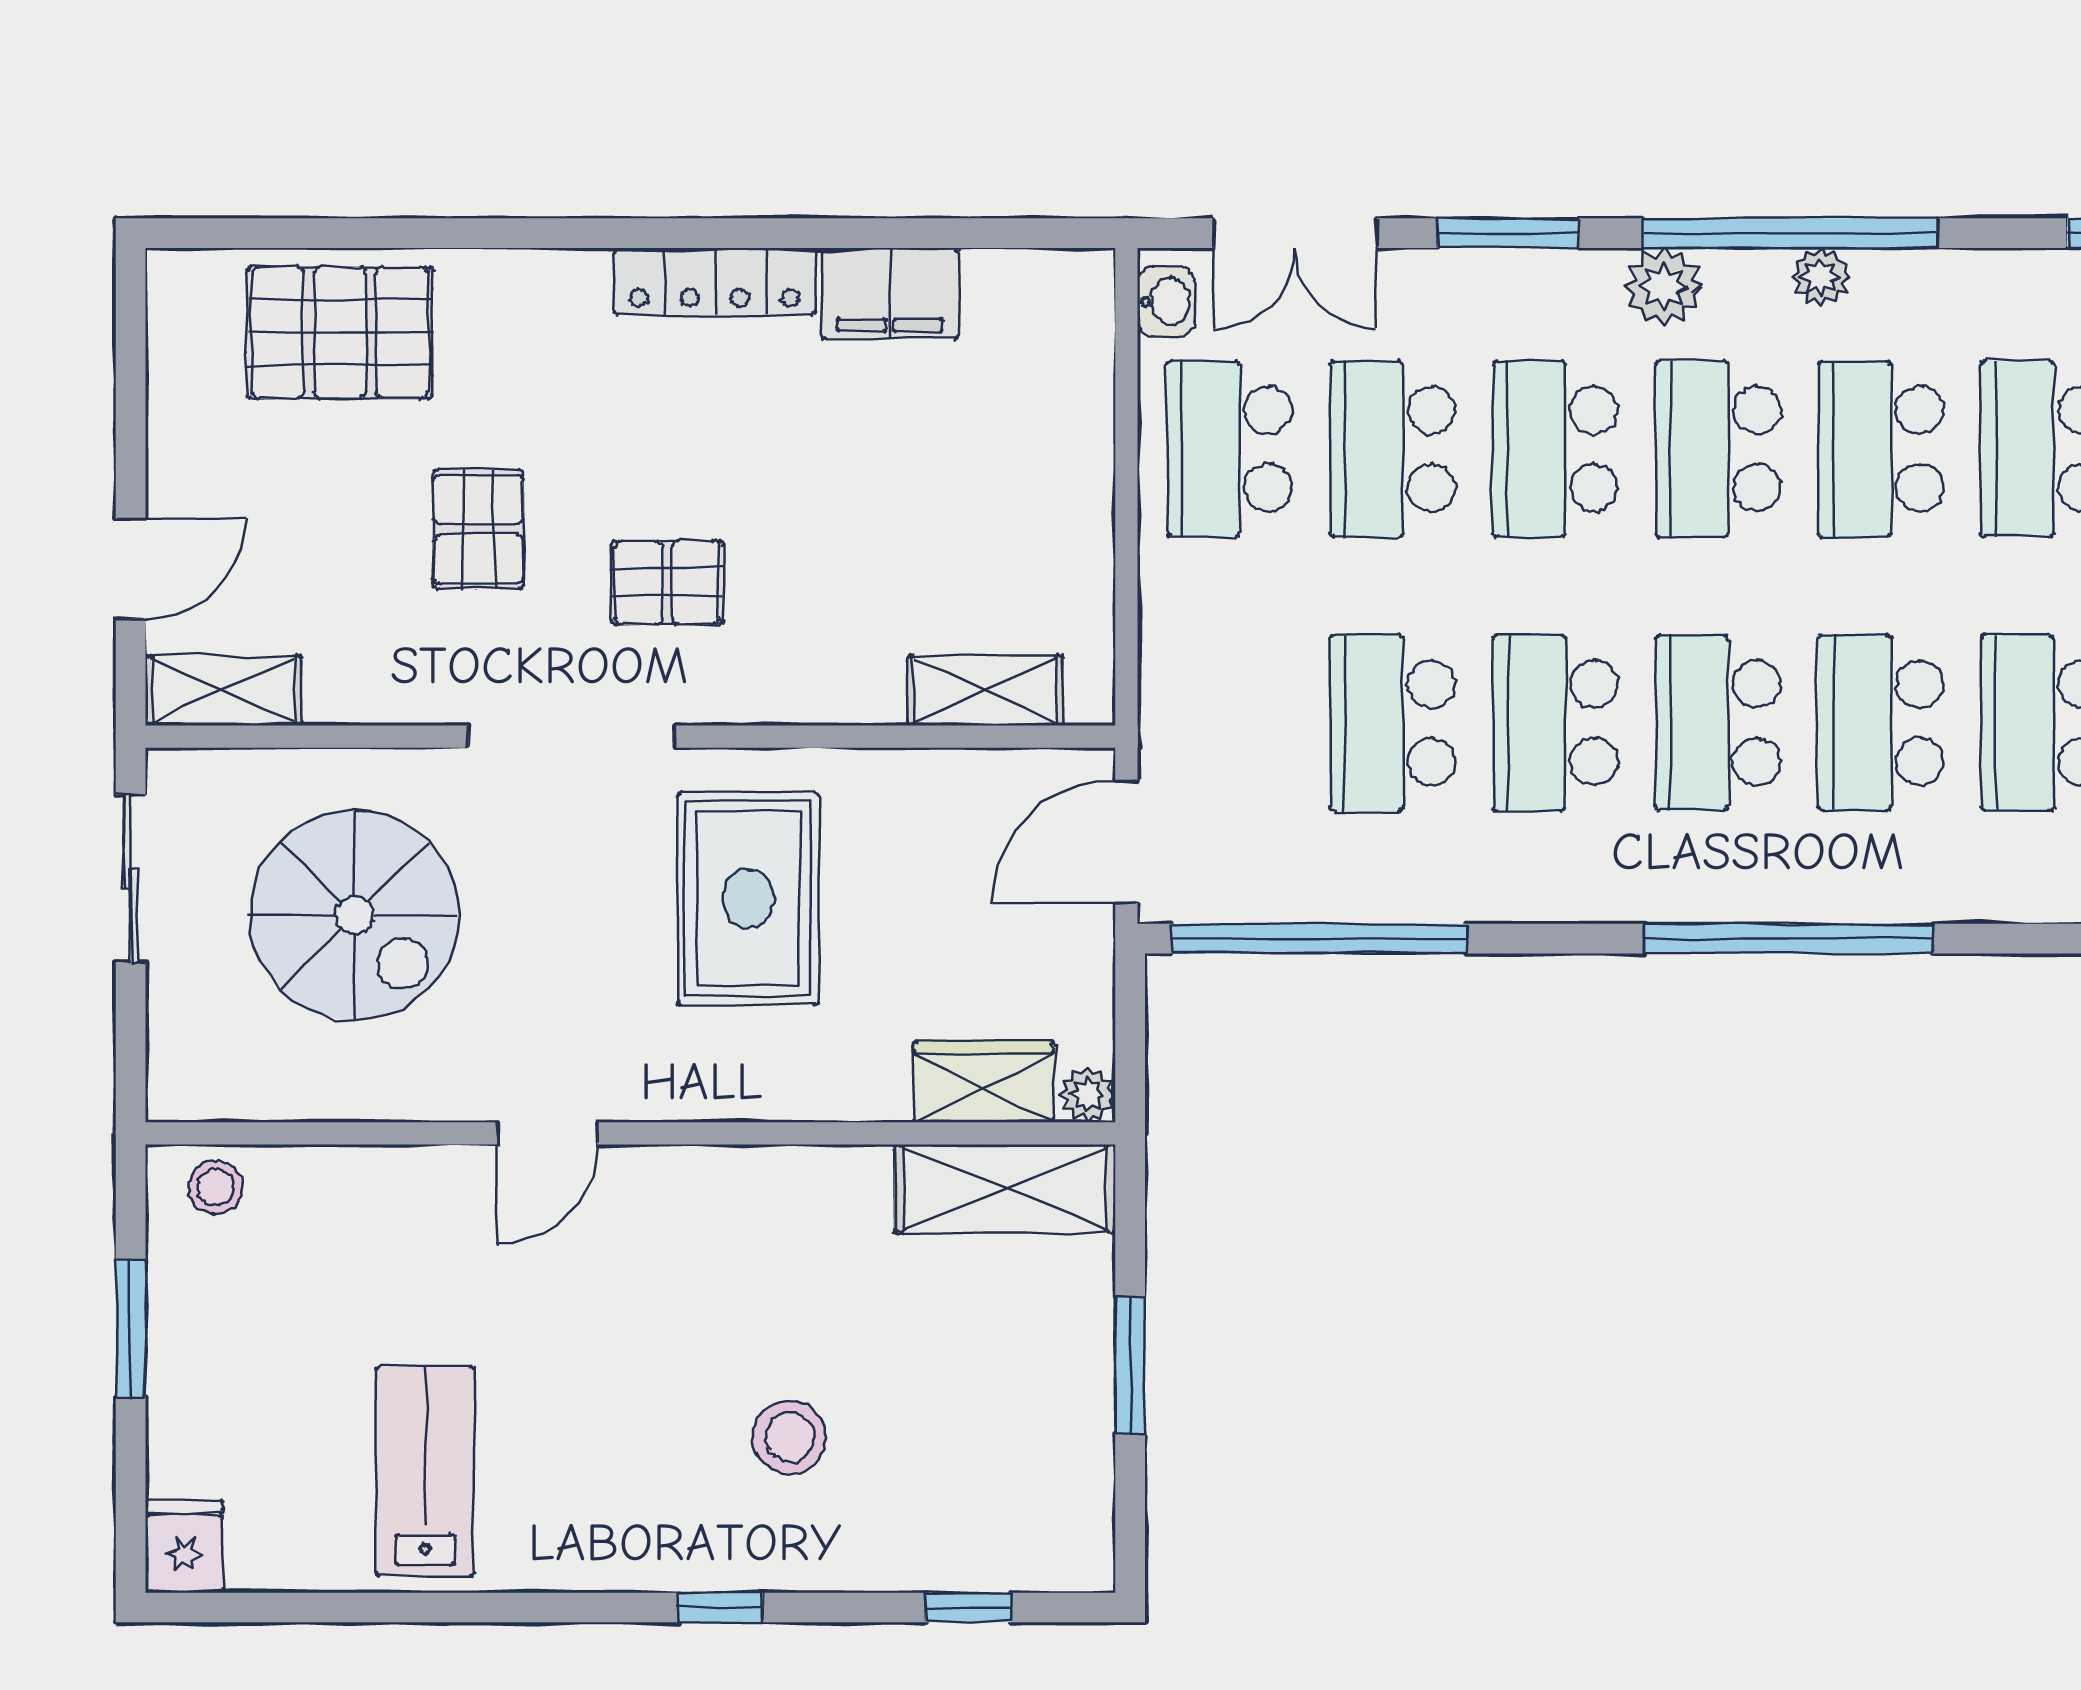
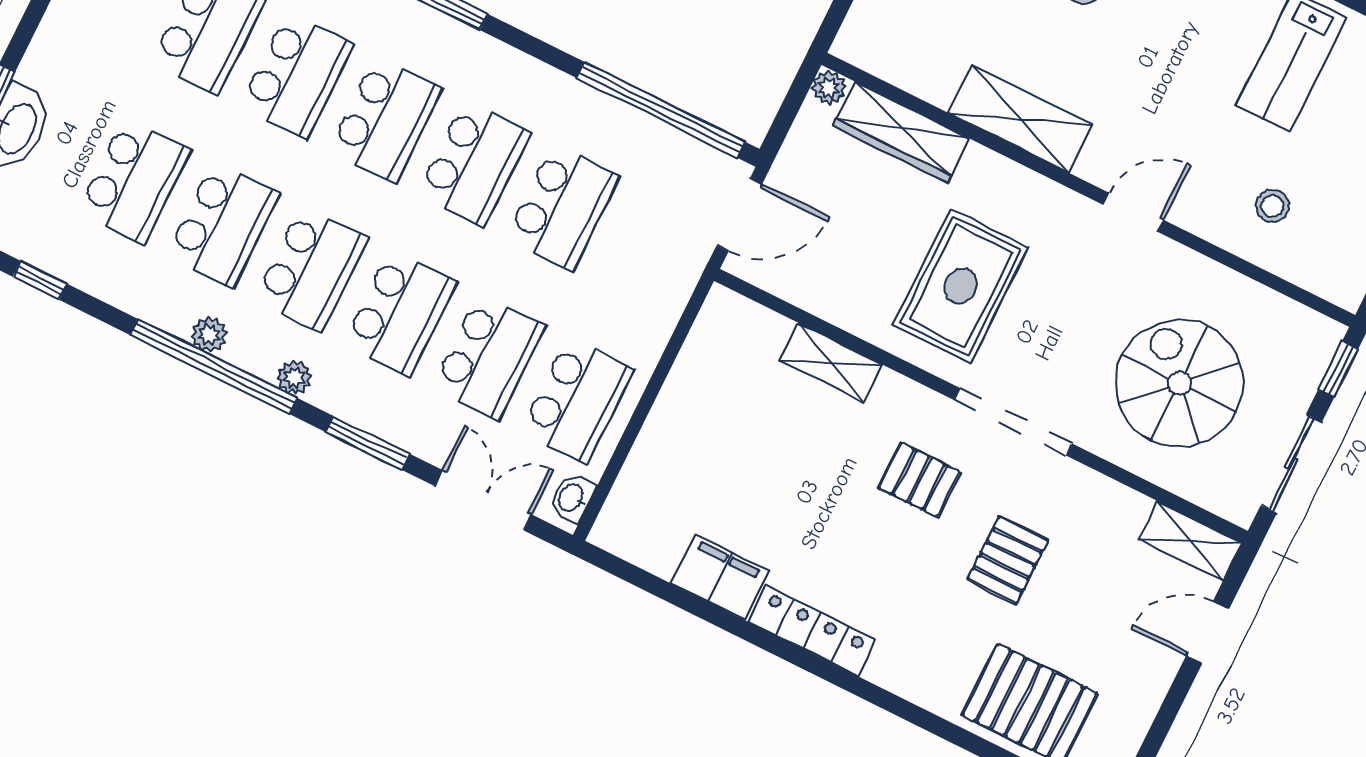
plant: (1664, 287) -> (294, 377), width x0.73, depth x0.73
shelving: (985, 691) -> (831, 363), moved
window: (131, 1052) -> (1338, 369), added
wardrobe: (983, 1082) -> (901, 132), width x1.50
stool: (216, 1187) -> (1272, 206), moved
shelving: (1005, 1189) -> (1020, 119), moved

